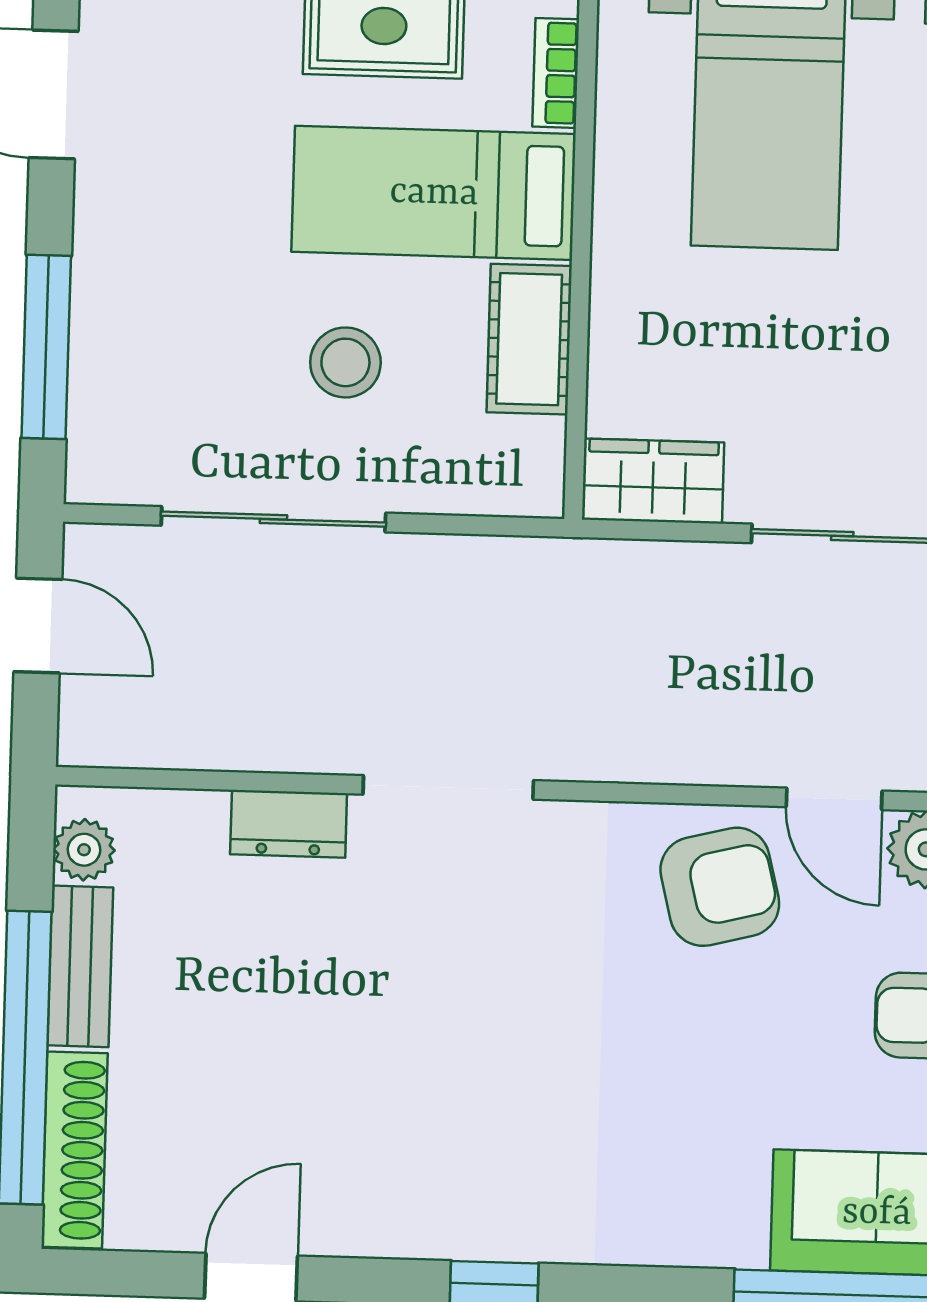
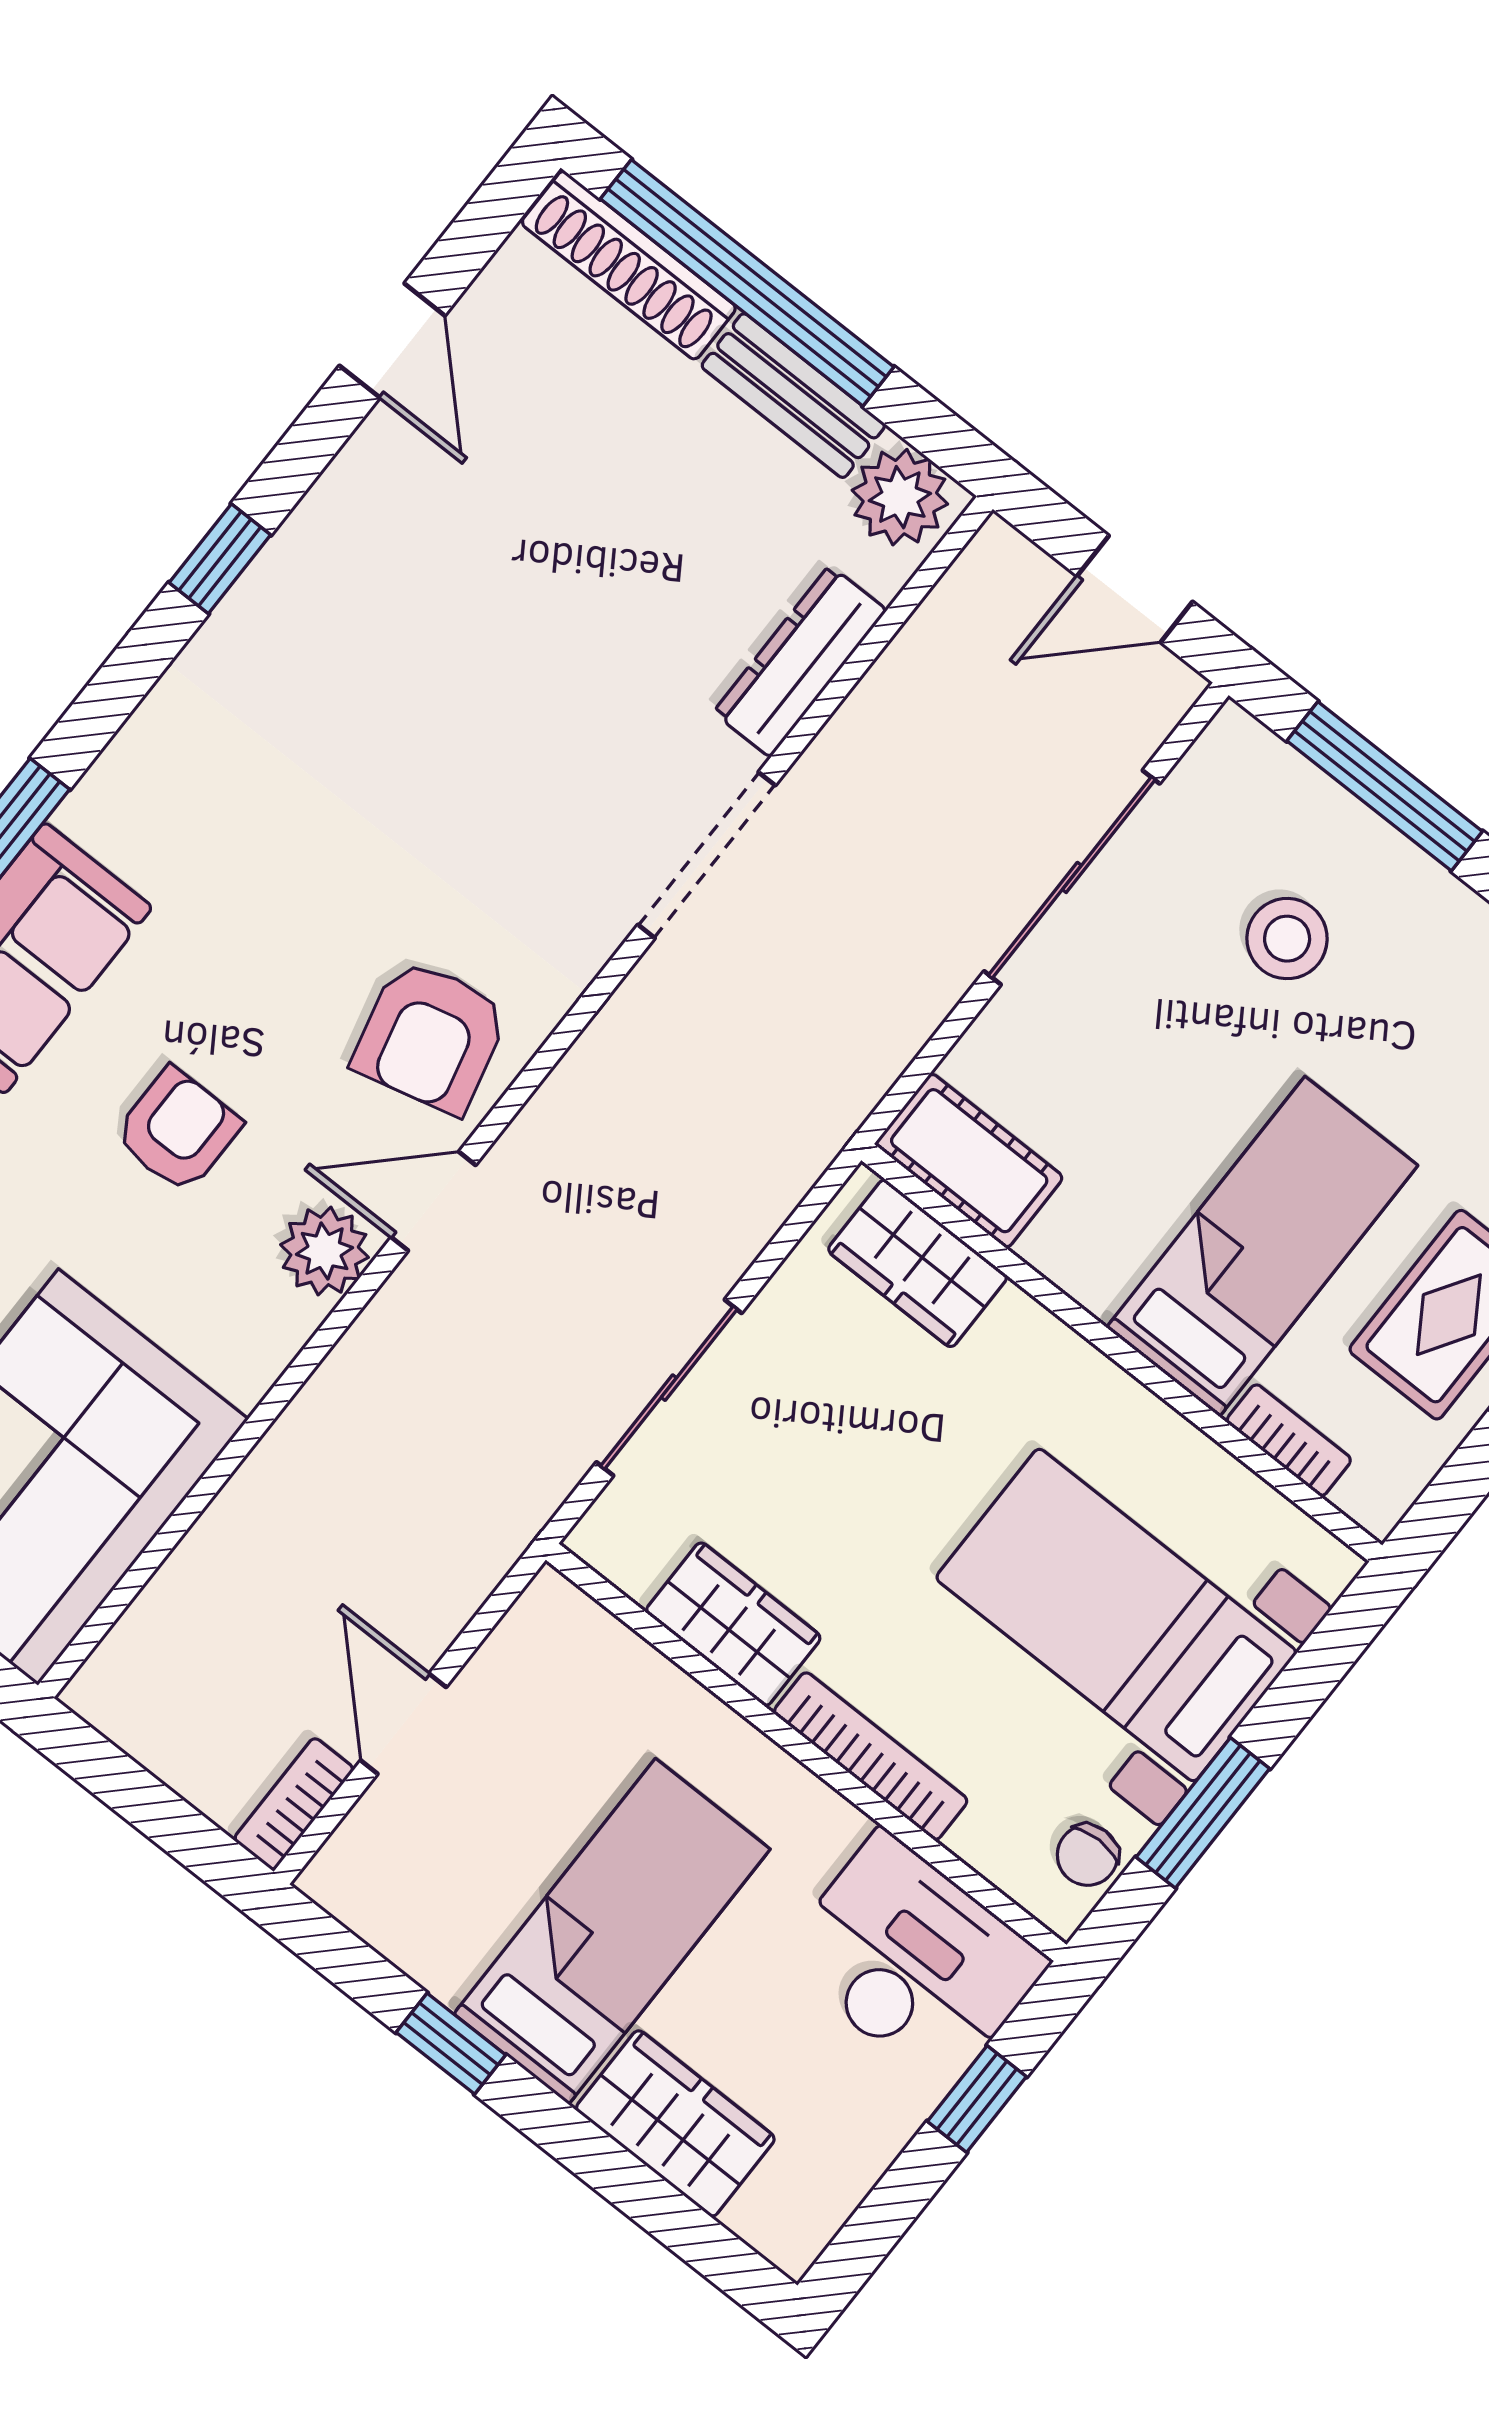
cot: (529, 339) -> (969, 1161), moved
stool: (345, 362) -> (1287, 939), moved
wardrobe: (653, 481) -> (918, 1263), moved, turned 90
dresser: (289, 824) -> (800, 661), width x1.44
plant: (84, 850) -> (900, 497), width x1.38, depth x1.38

